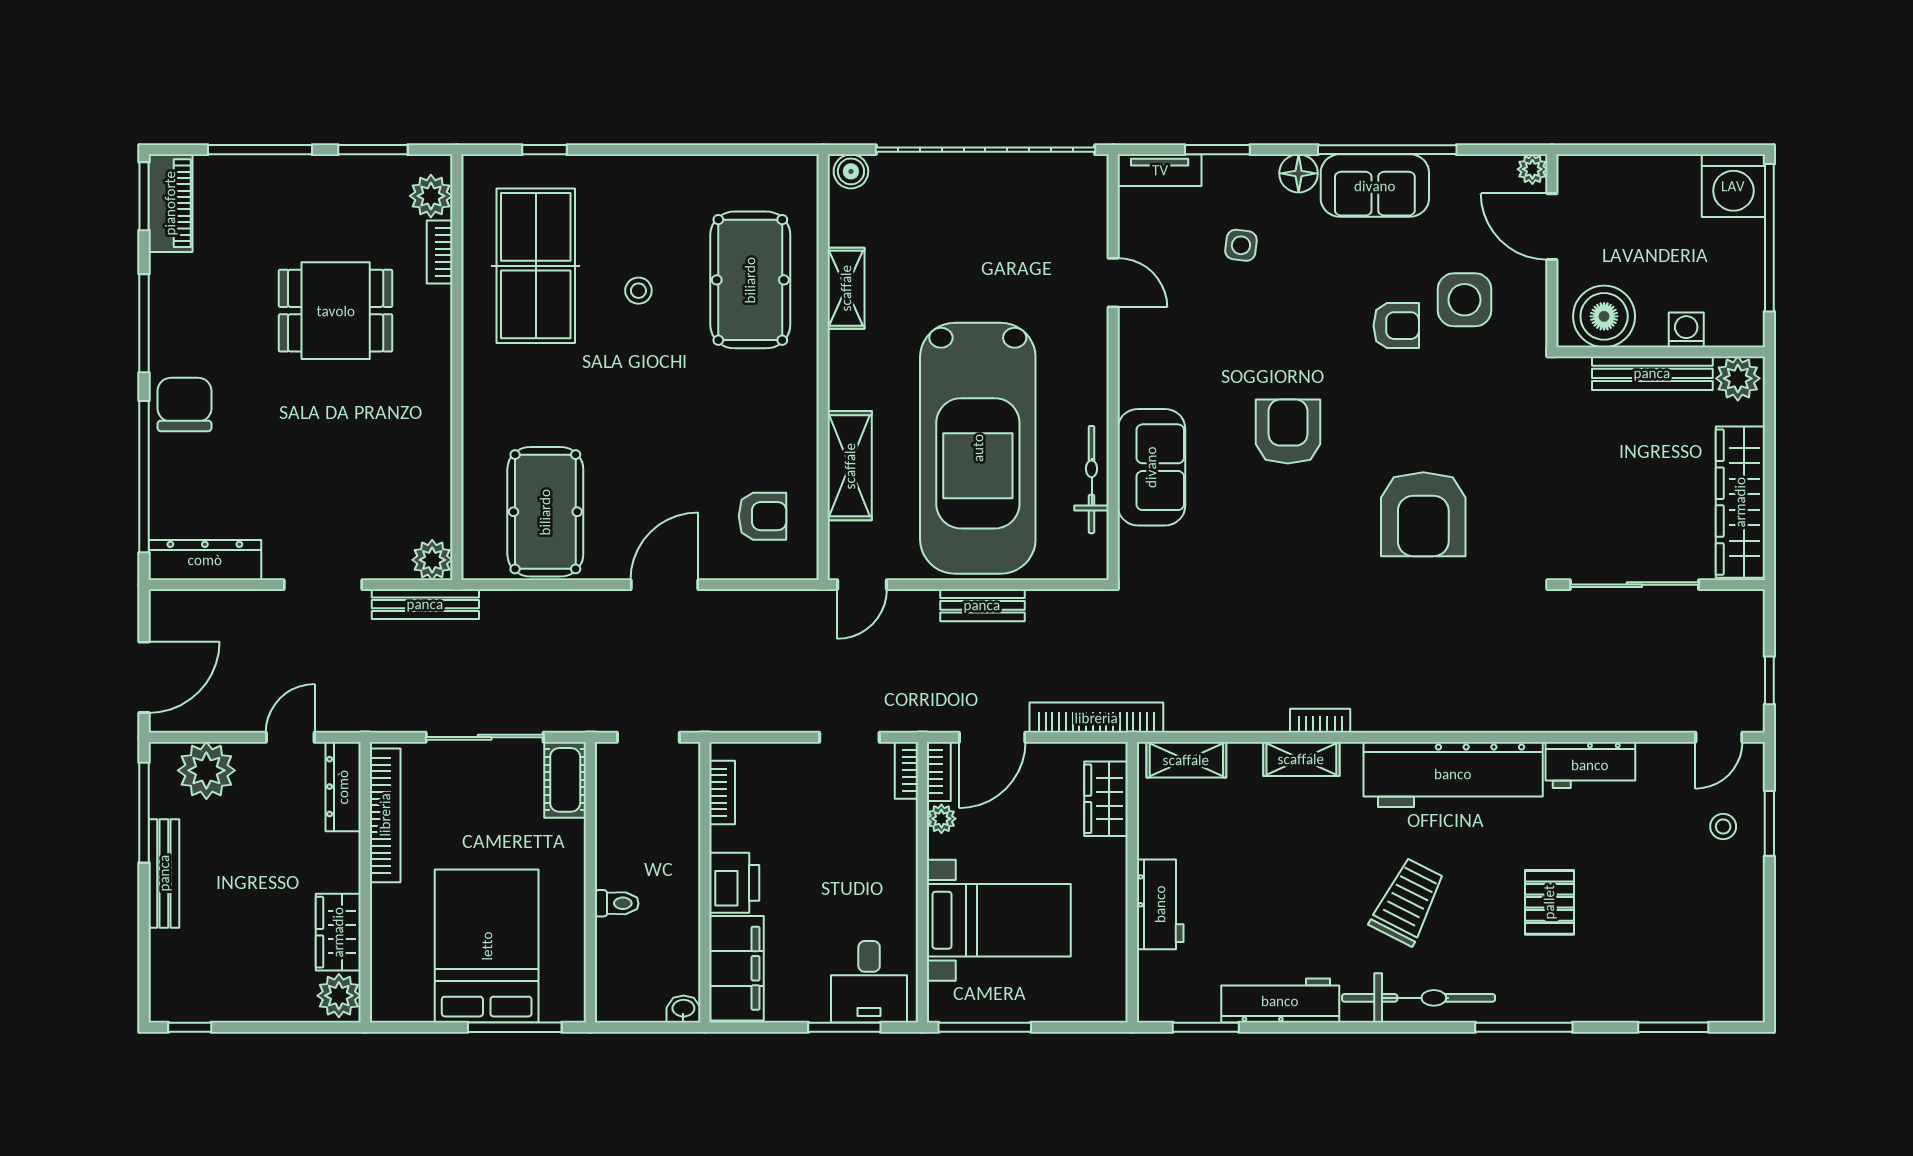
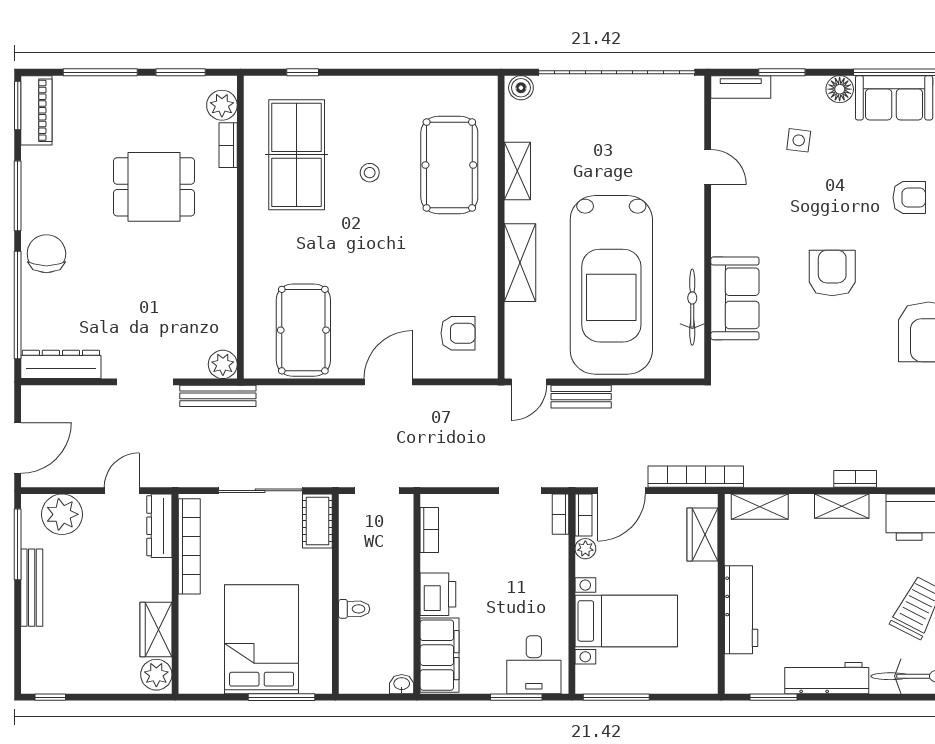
shelving: (850, 466) -> (520, 263), moved
bench: (982, 605) -> (581, 397), moved
workbench: (1160, 904) -> (741, 610), width x1.37

